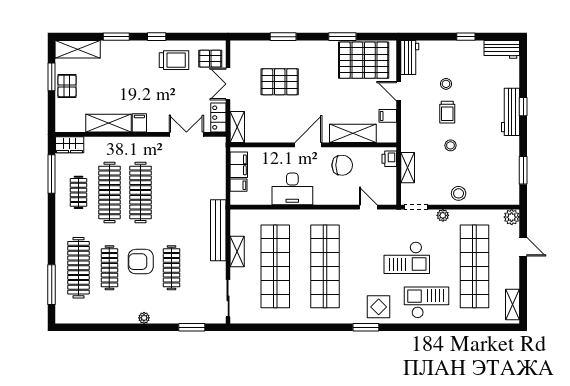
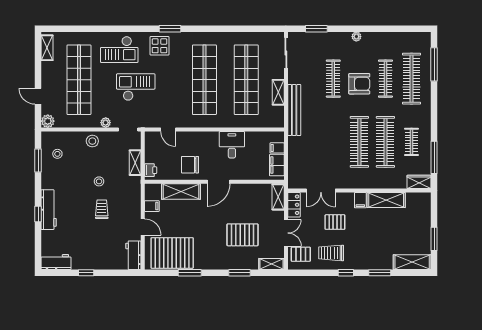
shelving: (245, 47) -> (271, 264), added
stool: (446, 84) -> (57, 154), moved
pallet: (67, 86) -> (335, 222), moved, turned 90
desk: (292, 189) -> (232, 145), width x0.73

